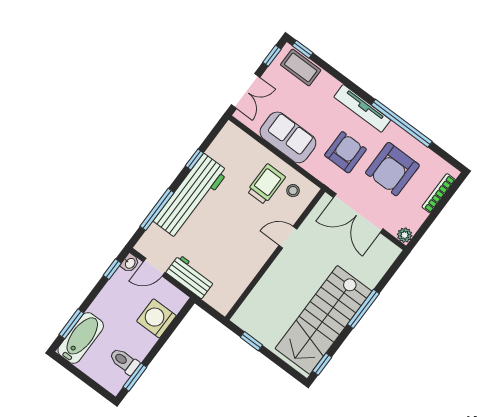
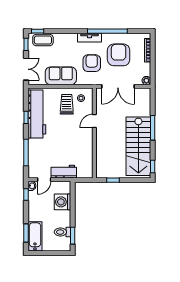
tv unit: (362, 108) -> (89, 38), width x0.71
armchair: (392, 169) -> (119, 55), turned 180
workbench: (191, 196) -> (37, 114), moved

